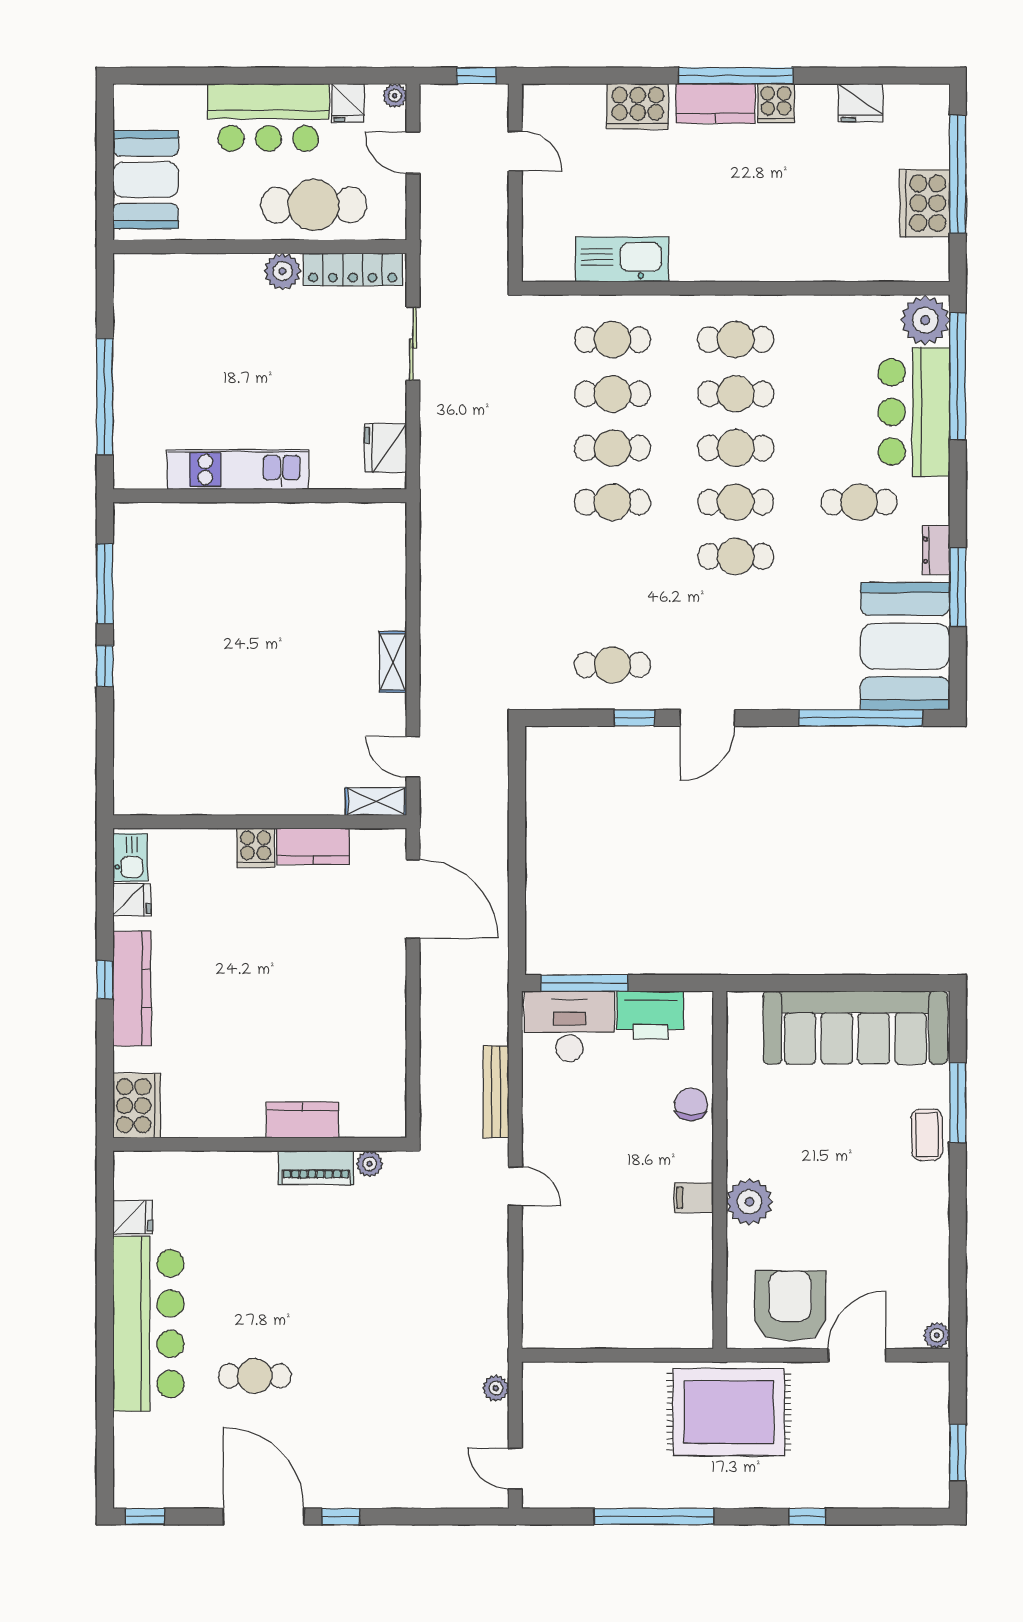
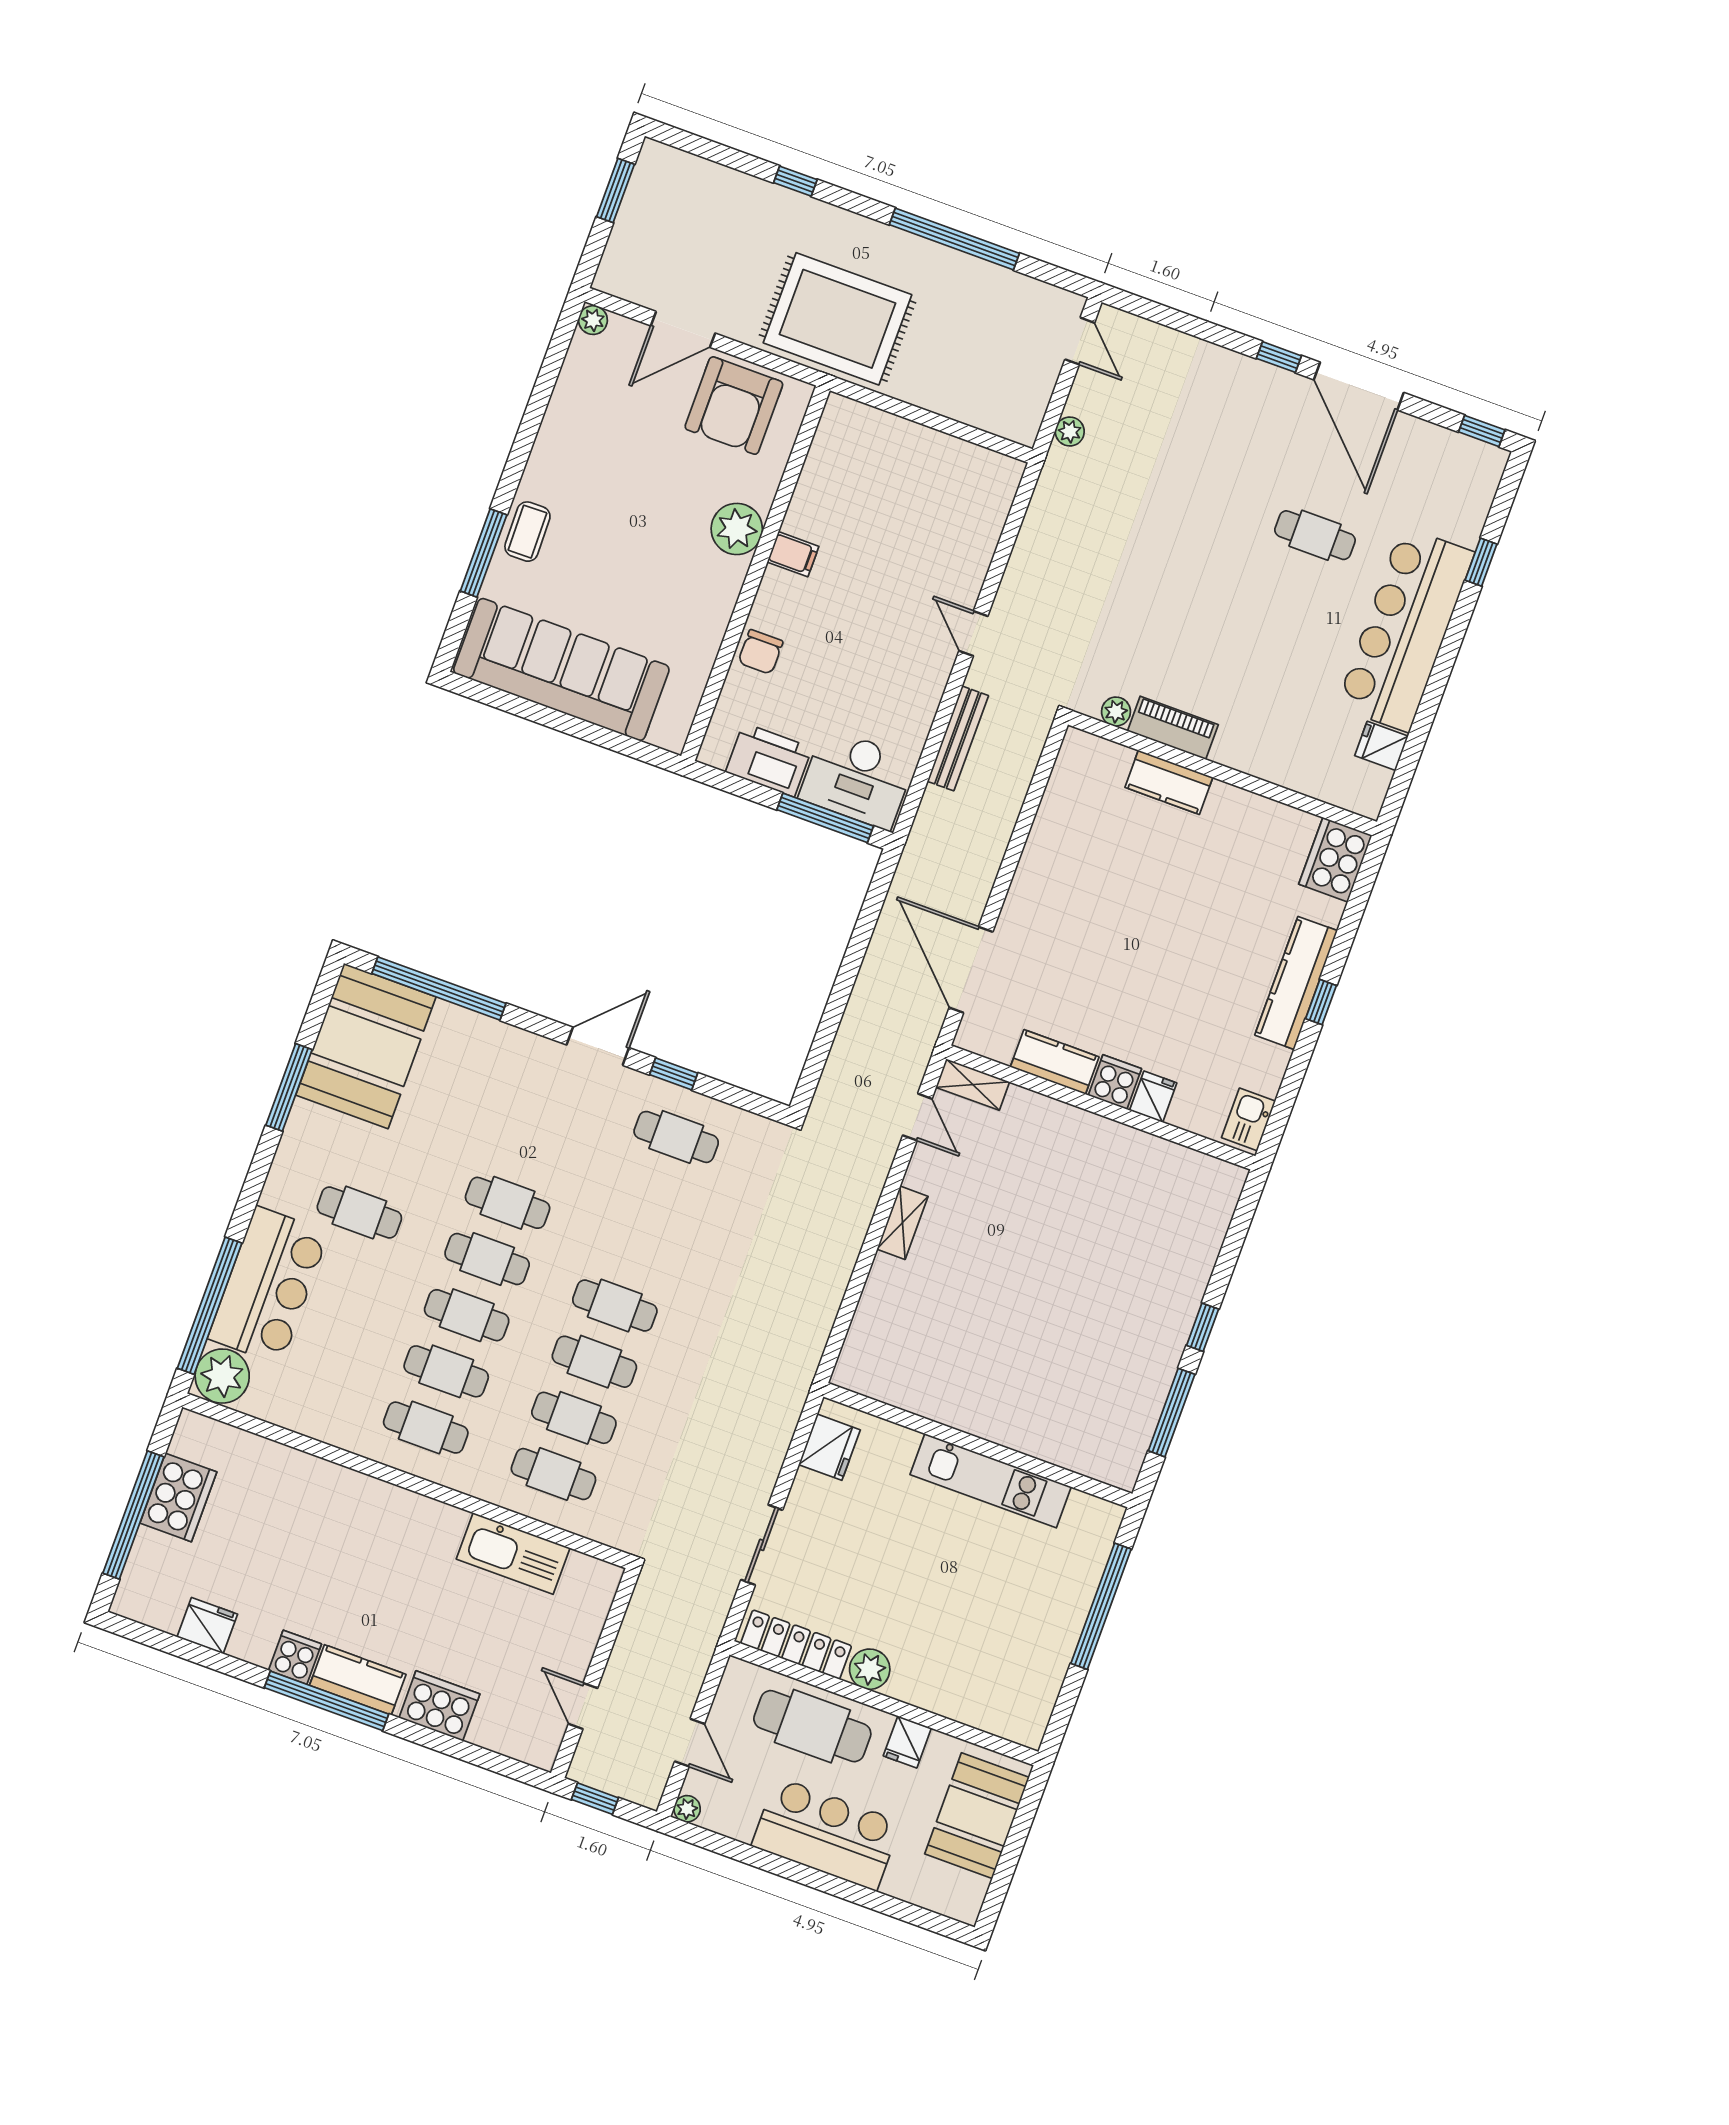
fridge: (348, 103) -> (907, 1742), moved, turned 180
dresser: (936, 550) -> (298, 1134), removed
fridge: (132, 900) -> (1153, 1097), moved, turned 90
window: (105, 1404) -> (1481, 562), added

